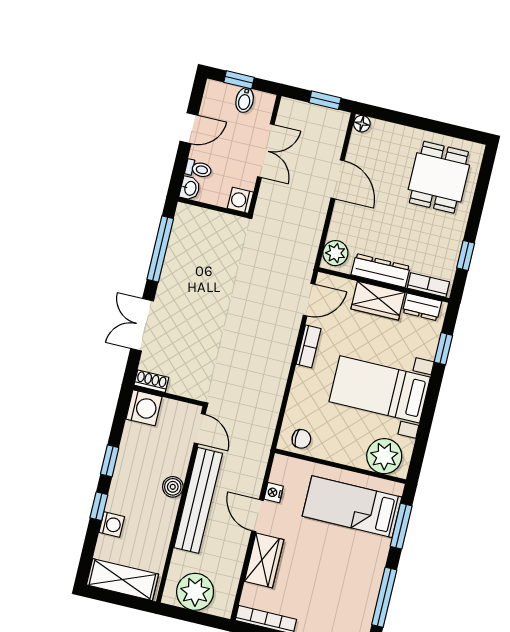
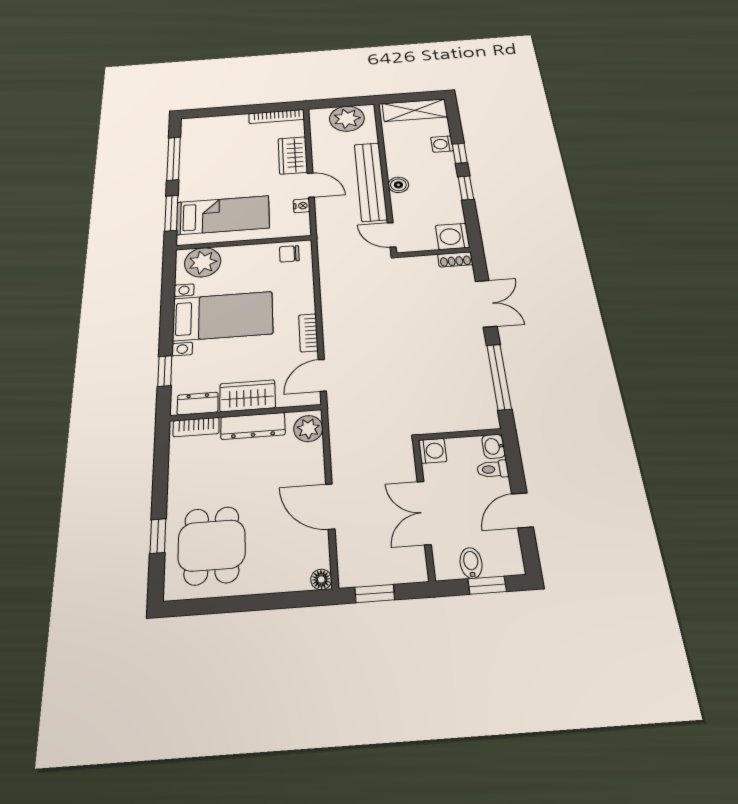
window: (466, 255) -> (158, 536), moved

